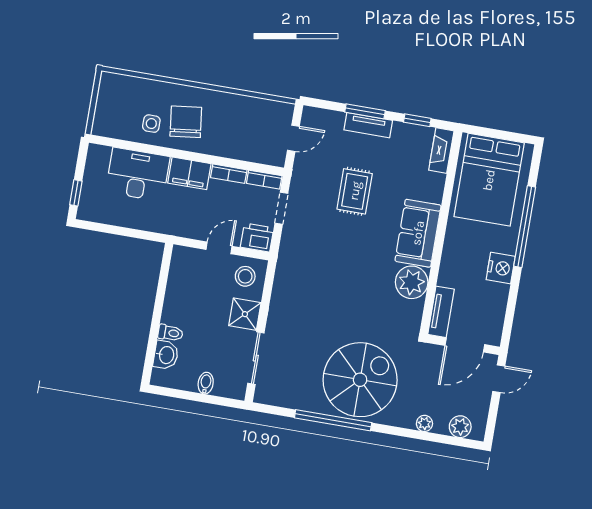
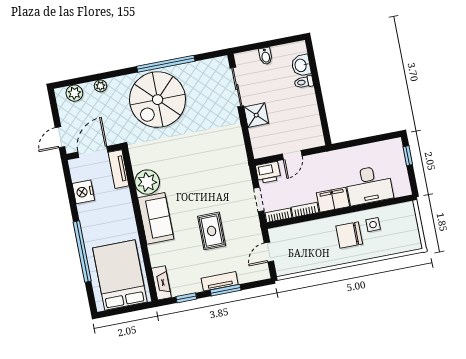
chair: (186, 122) -> (349, 235), turned 97
nightstand: (501, 268) -> (83, 192), moved
stool: (245, 276) -> (266, 142), removed

